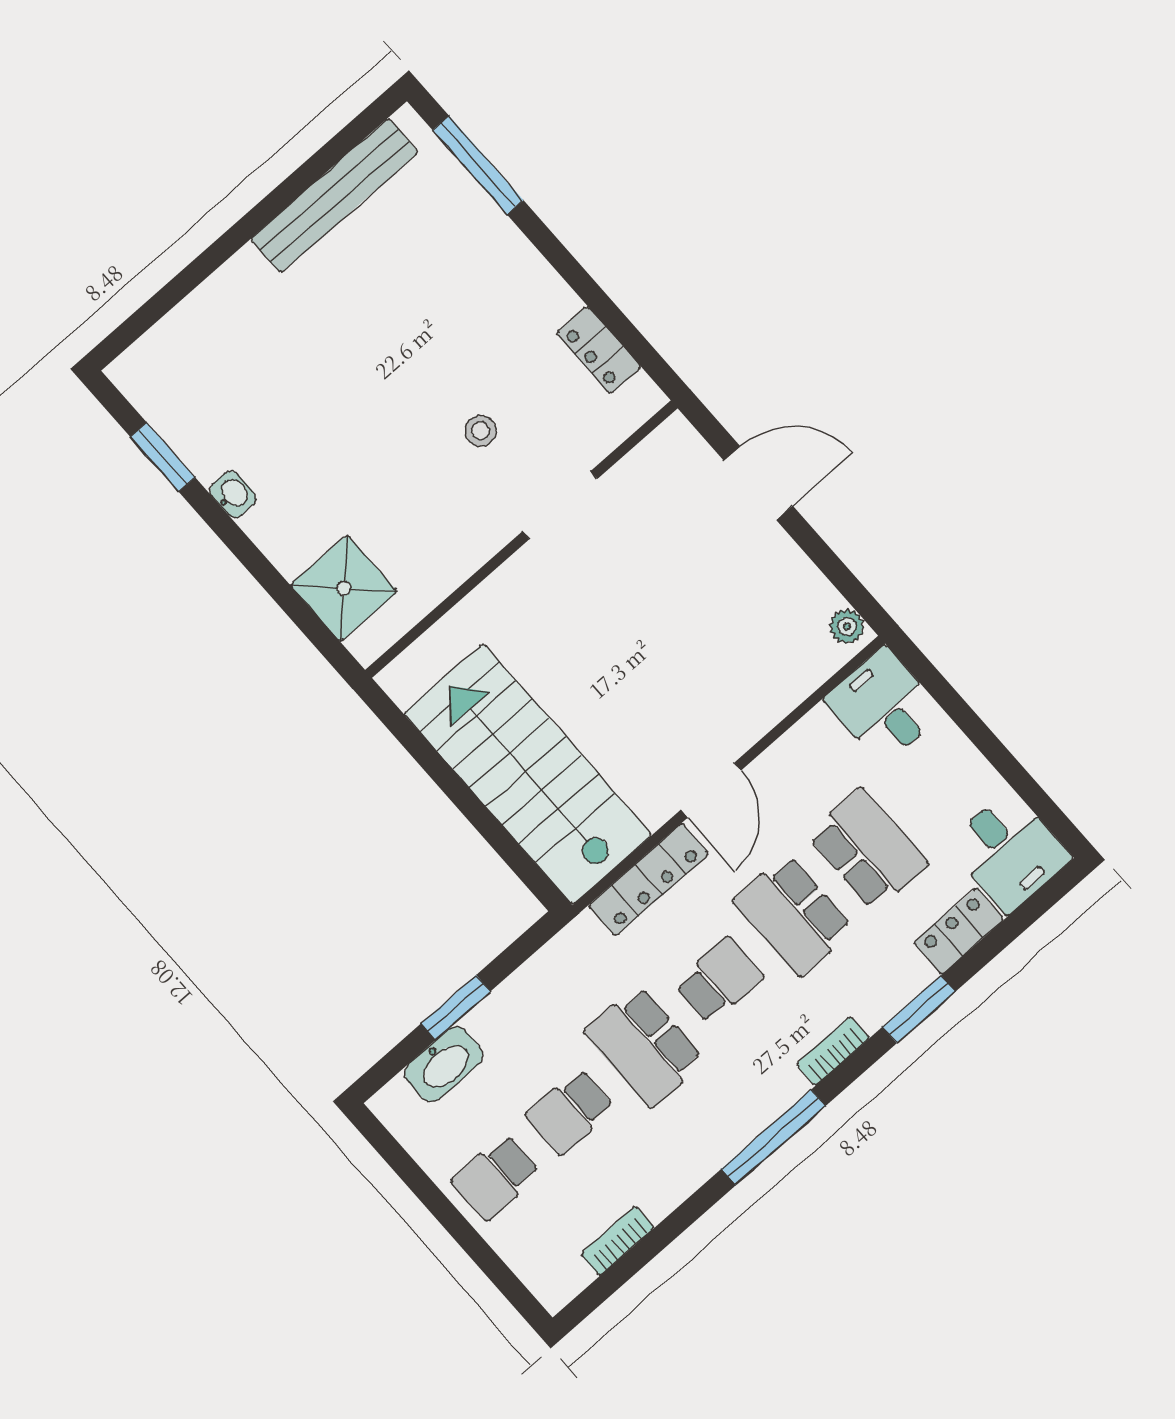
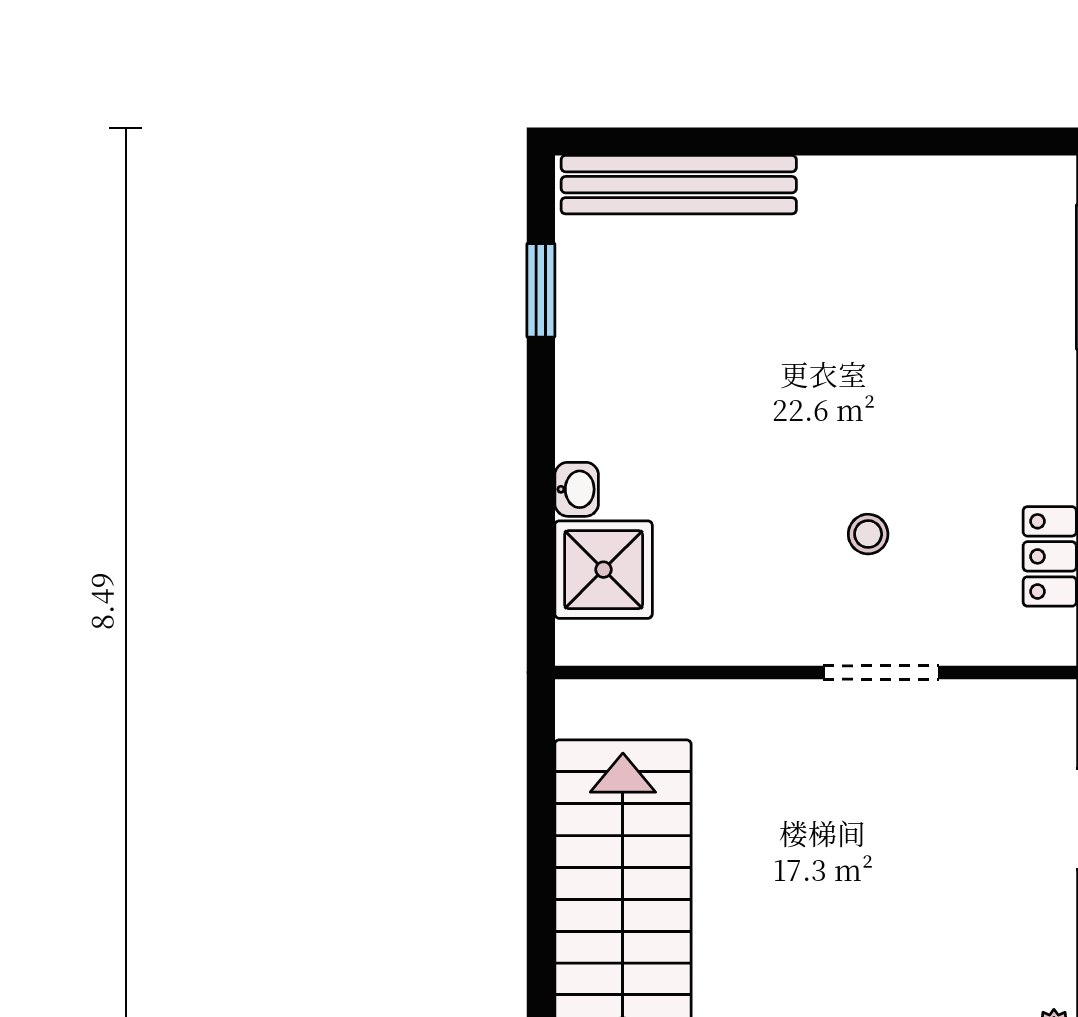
bench: (334, 196) -> (679, 185), moved
washbasin: (233, 494) -> (577, 489), moved

